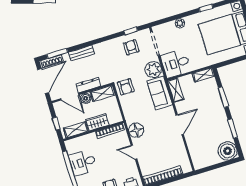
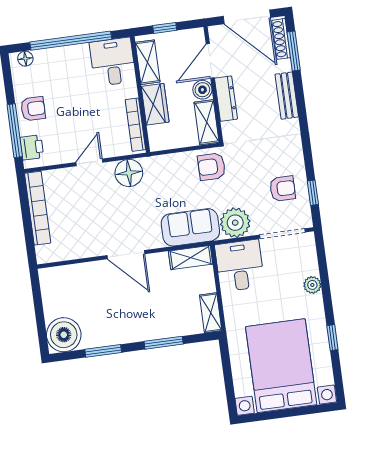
desk: (83, 162) -> (113, 62), moved

